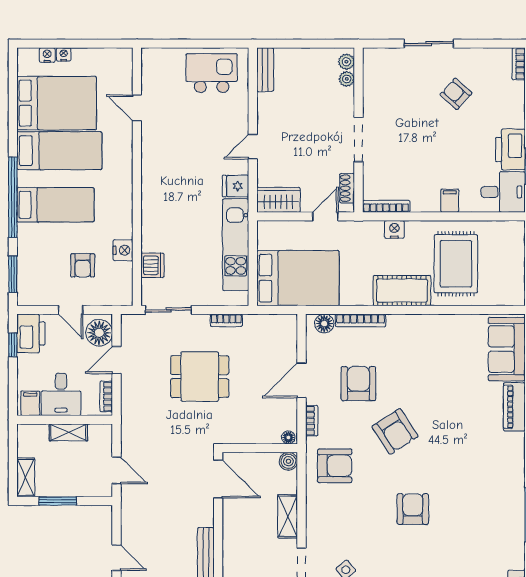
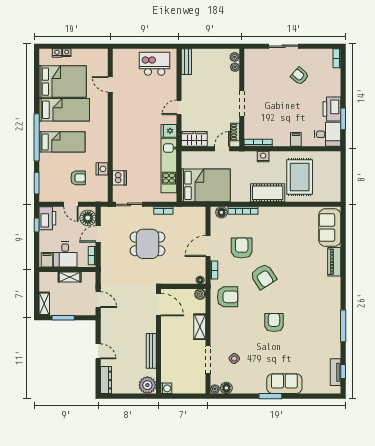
armchair: (83, 265) -> (78, 178), turned -90

